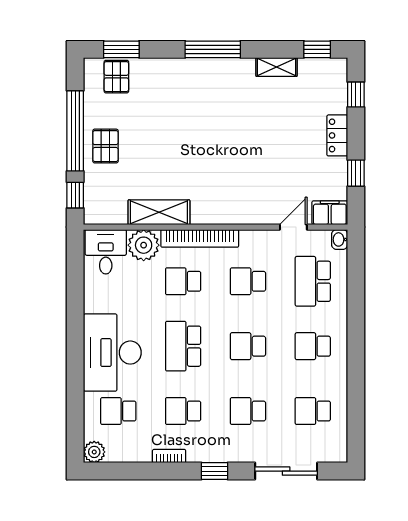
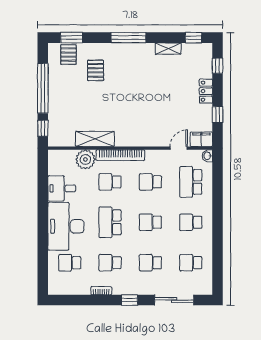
pallet: (105, 146) -> (96, 70), moved
desk: (106, 252) -> (62, 188), moved, turned -90
plant: (94, 452) -> (55, 288), removed

